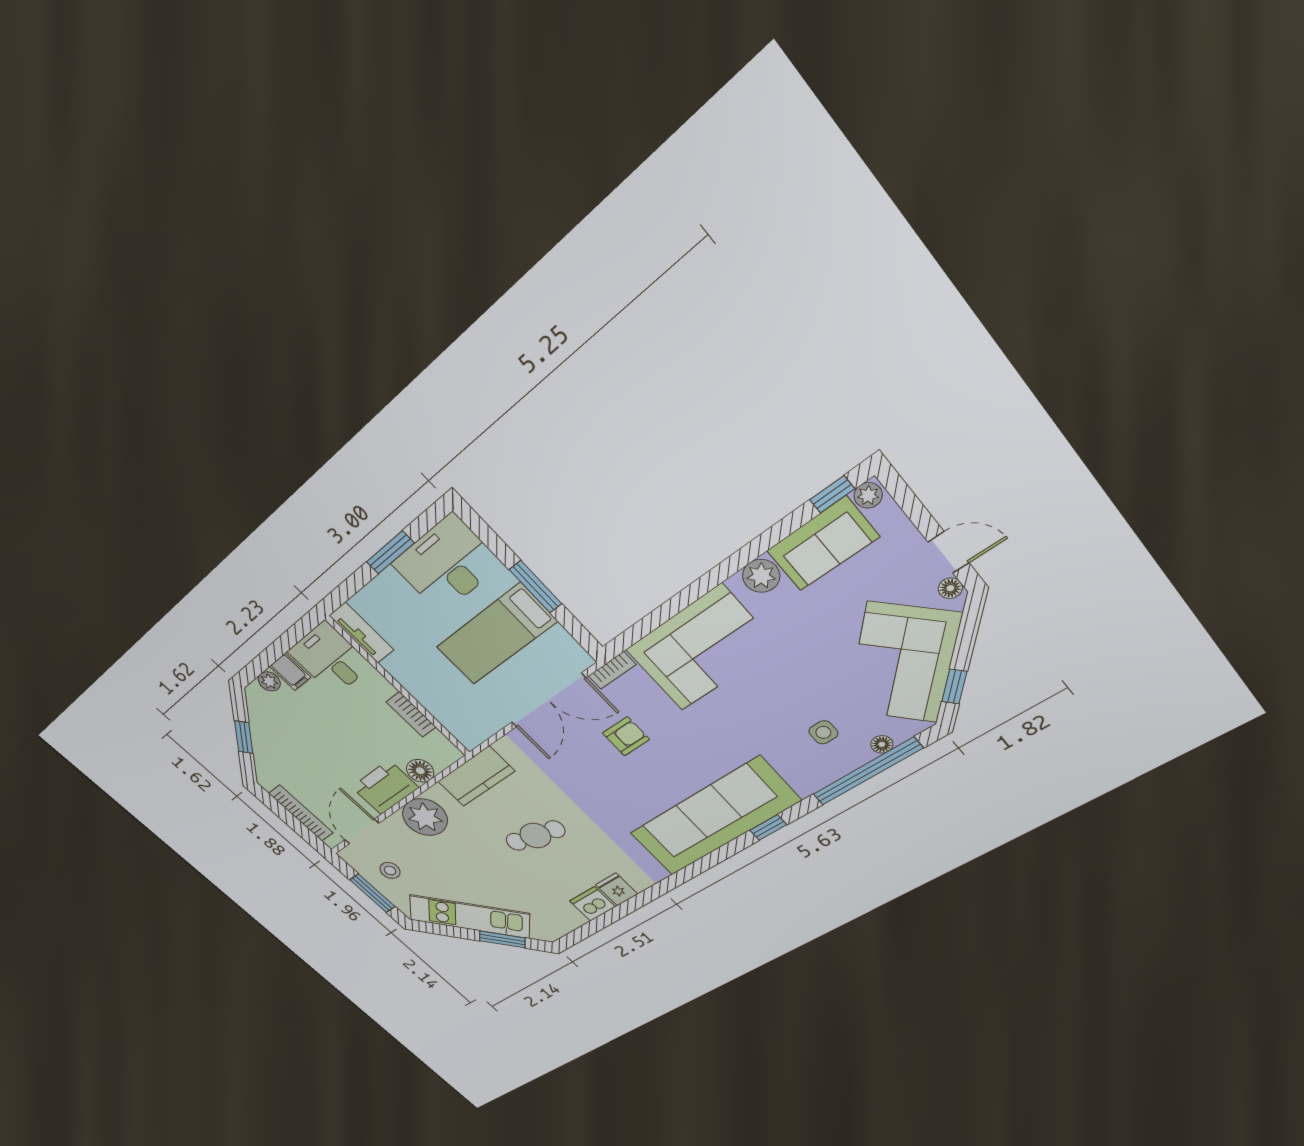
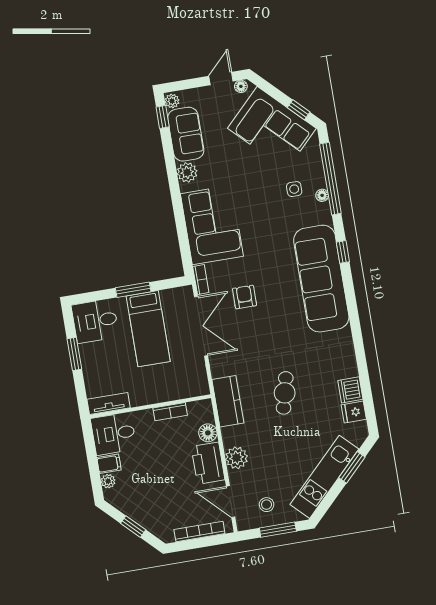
desk: (447, 564) -> (95, 321), width x0.73
floor lamp: (882, 744) -> (322, 195), moved
plant: (425, 817) -> (237, 458), width x0.73, depth x0.73
fridge: (617, 889) -> (354, 412), moved

